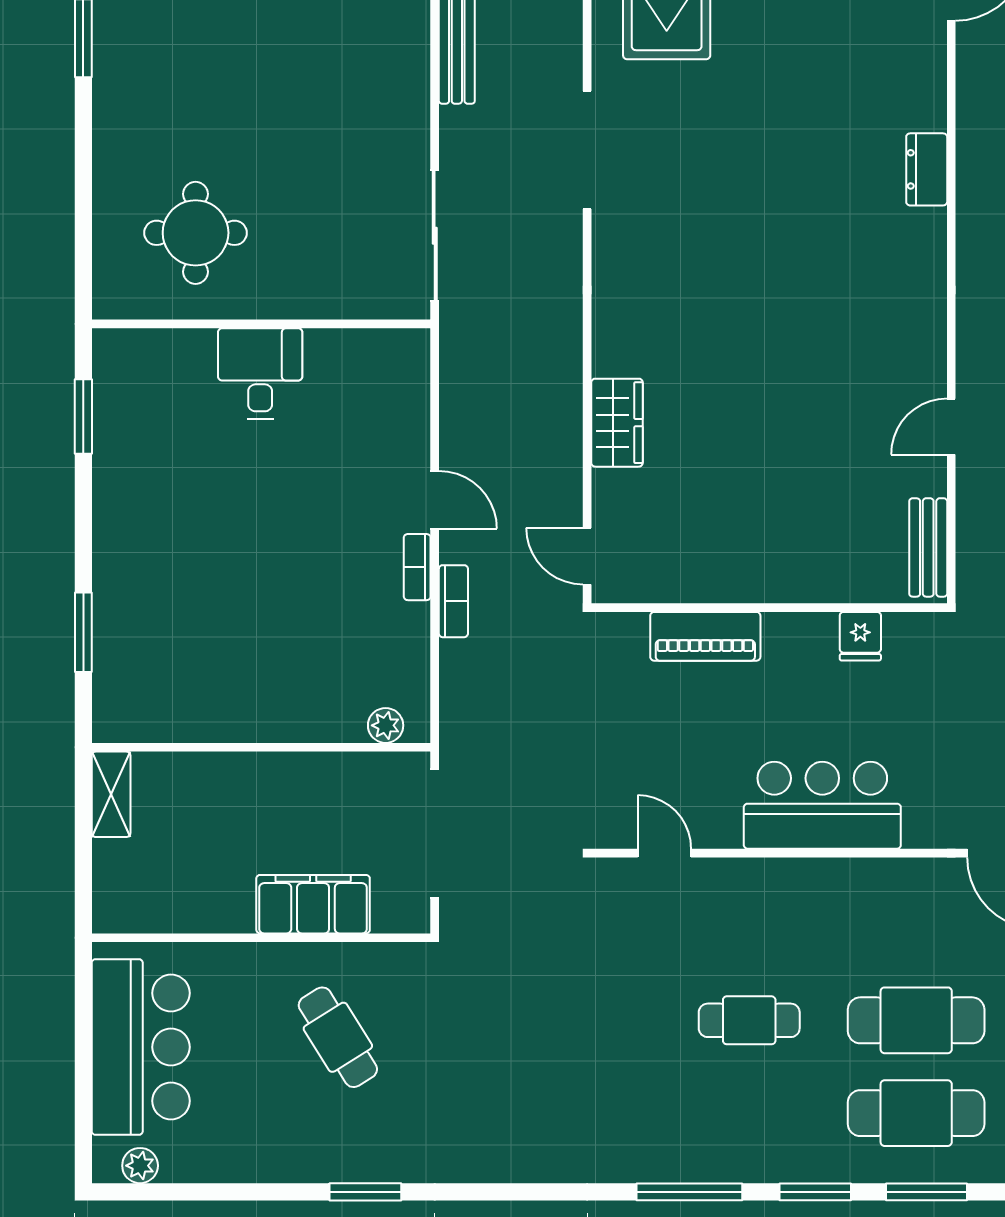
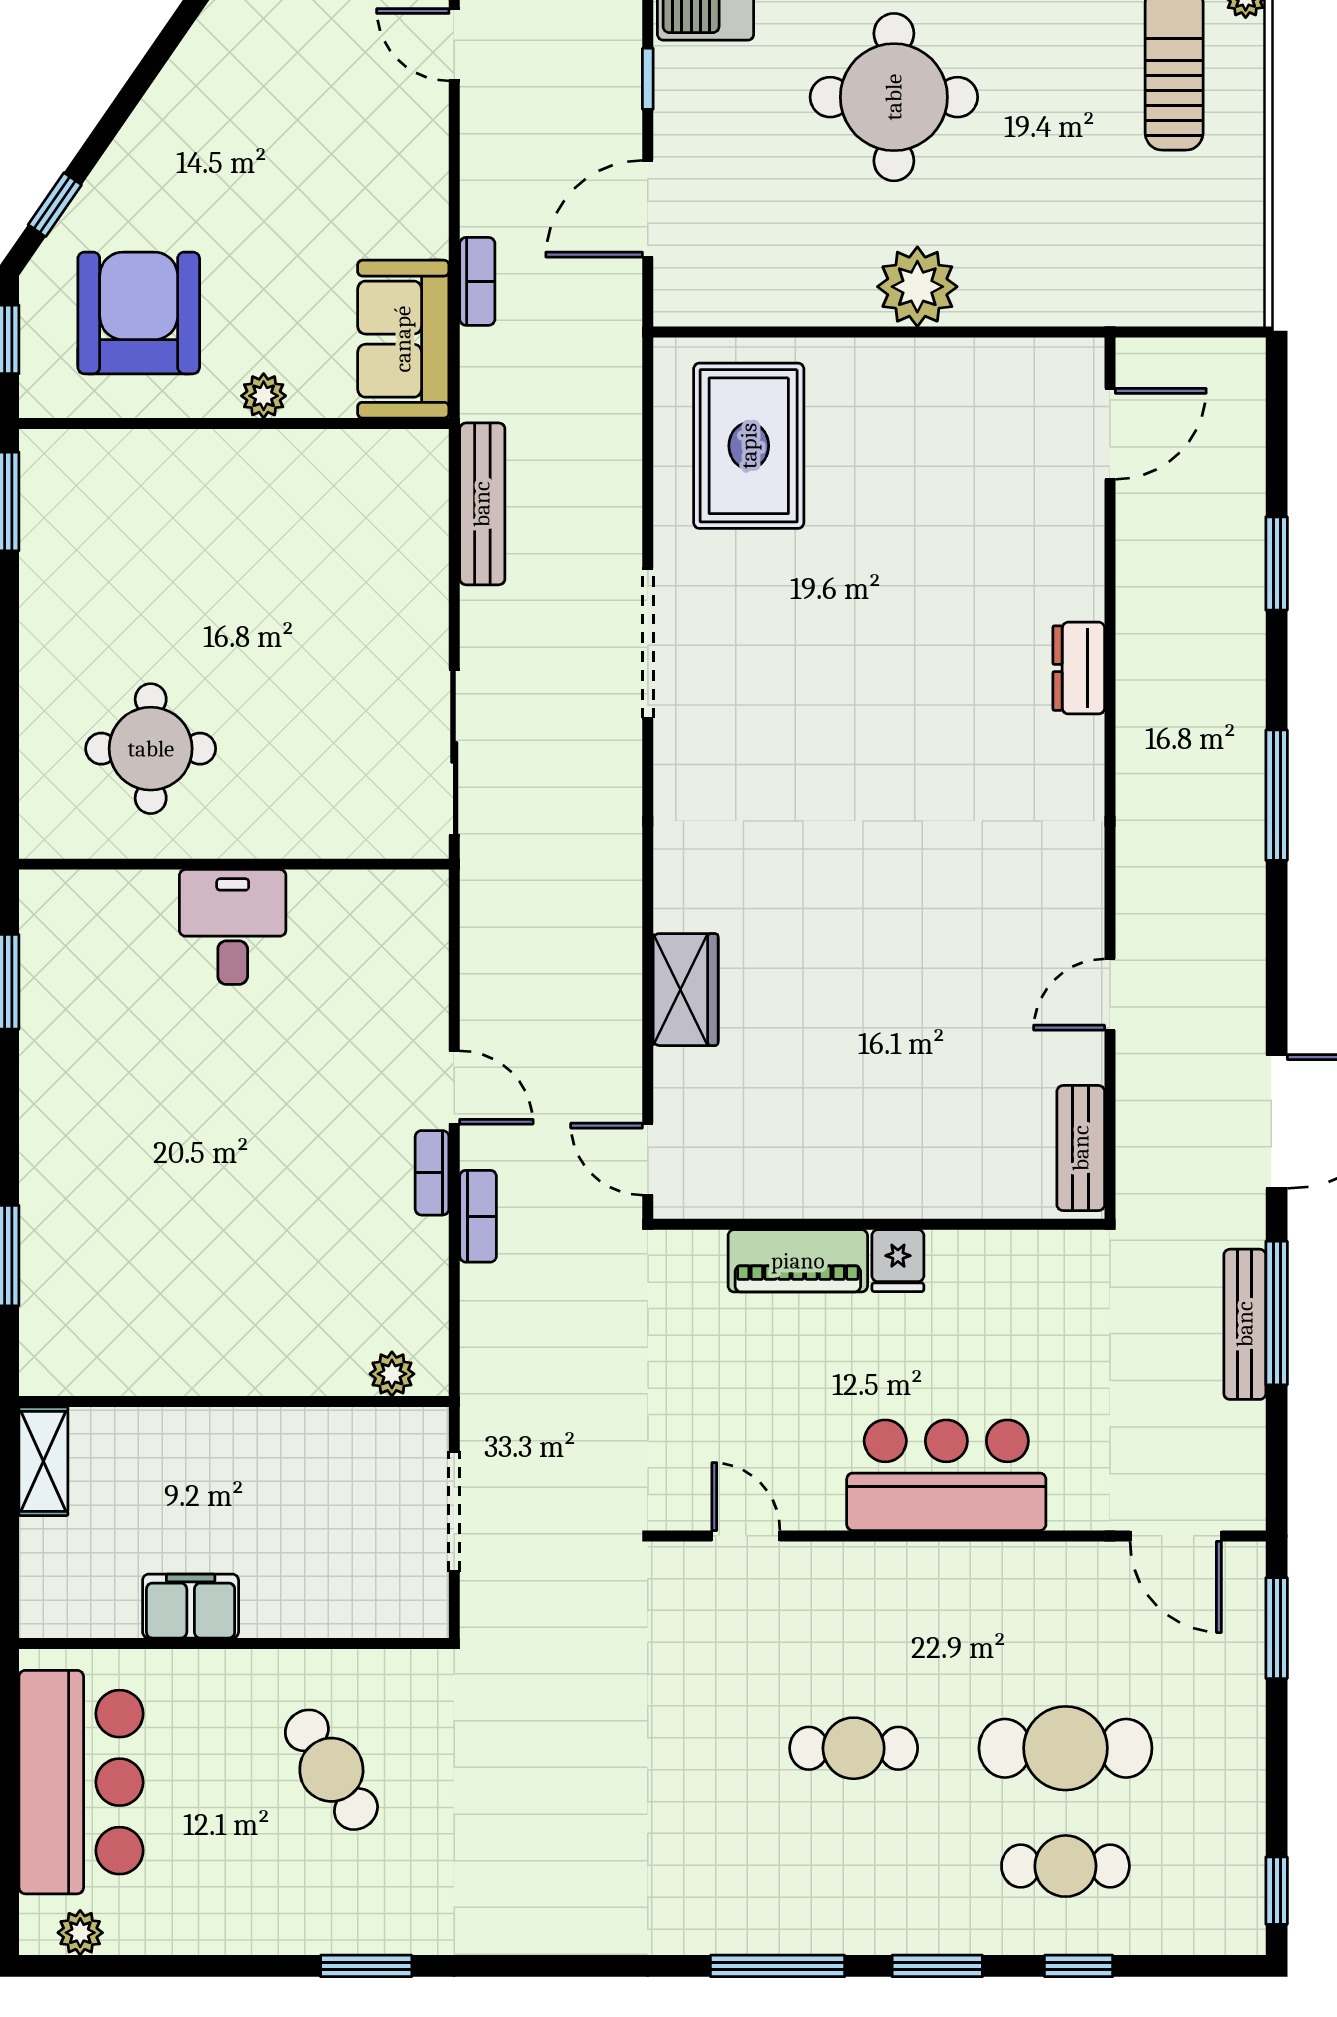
fridge: (860, 636) -> (898, 1261), moved
doorway: (435, 834) -> (454, 1511), width x0.73
filing cabinet: (313, 904) -> (191, 1606), moved, width x0.67, depth x0.86
cafe table: (916, 1113) -> (1065, 1866), width x0.73, depth x0.74
window: (926, 1192) -> (1079, 1966), width x0.67

